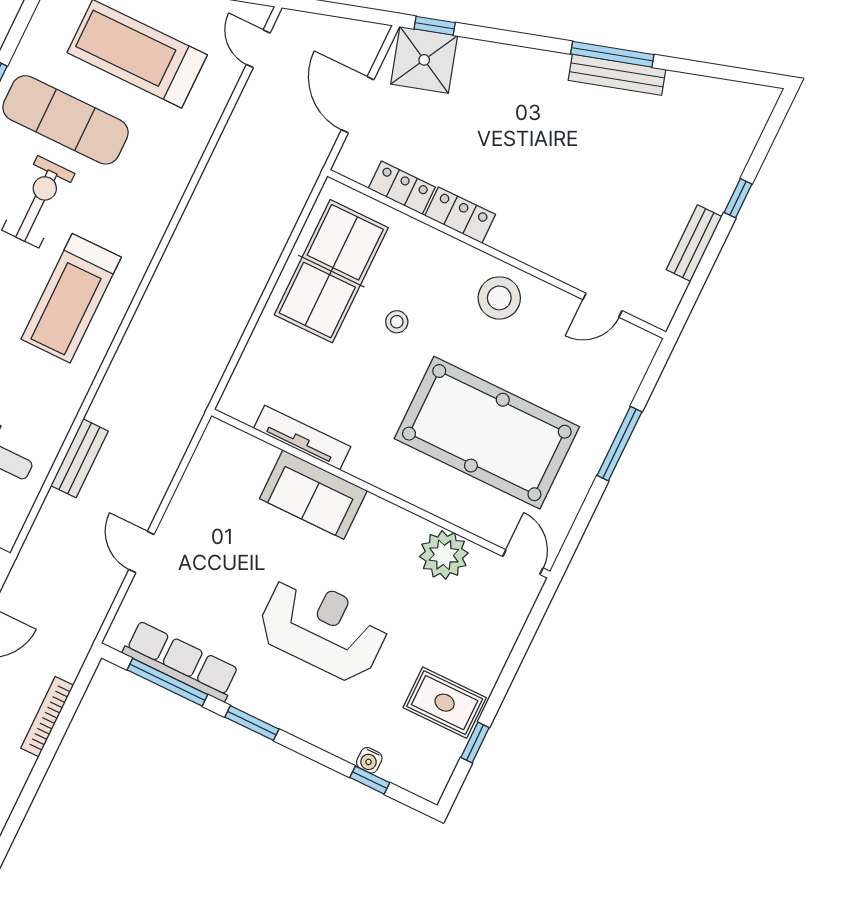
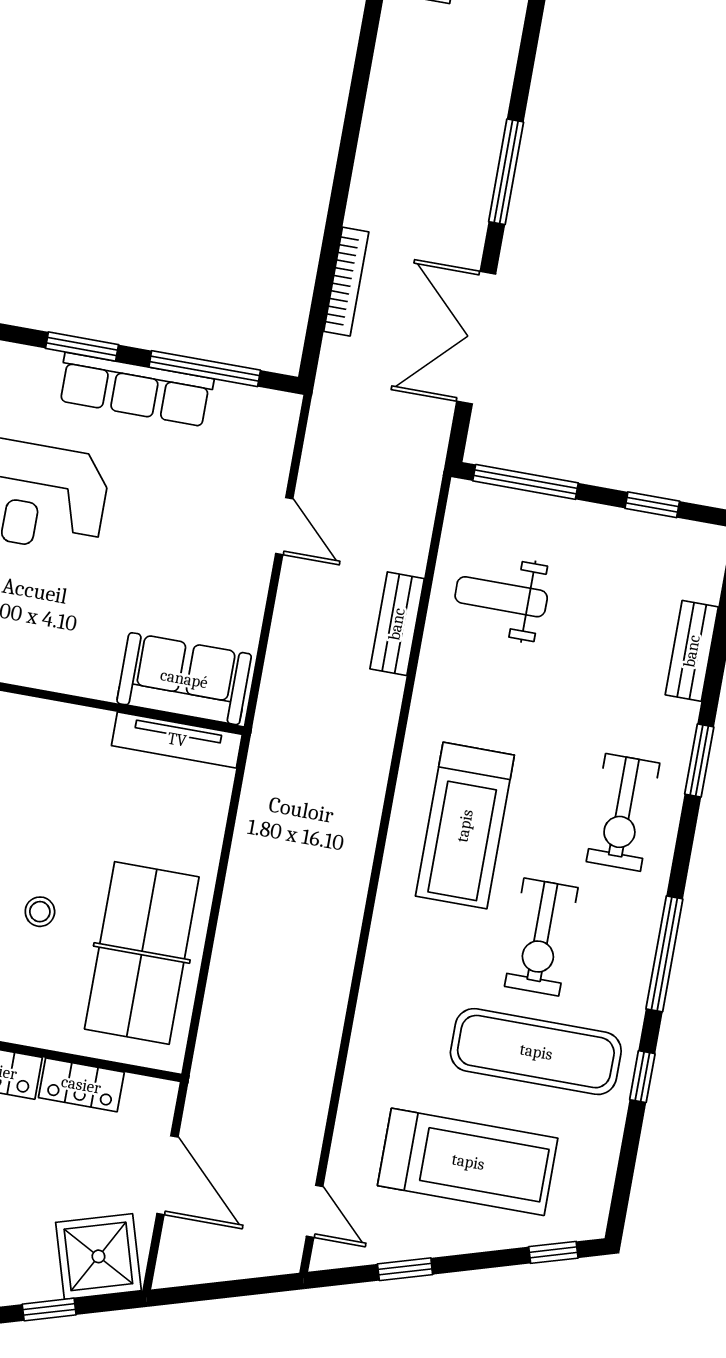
window: (435, 26) -> (49, 1309), moved
treadmill: (71, 298) -> (465, 826), turned 180
tv unit: (302, 438) -> (177, 740), moved
sofa: (313, 495) -> (184, 679), moved
row of seats: (181, 661) -> (135, 390), moved

